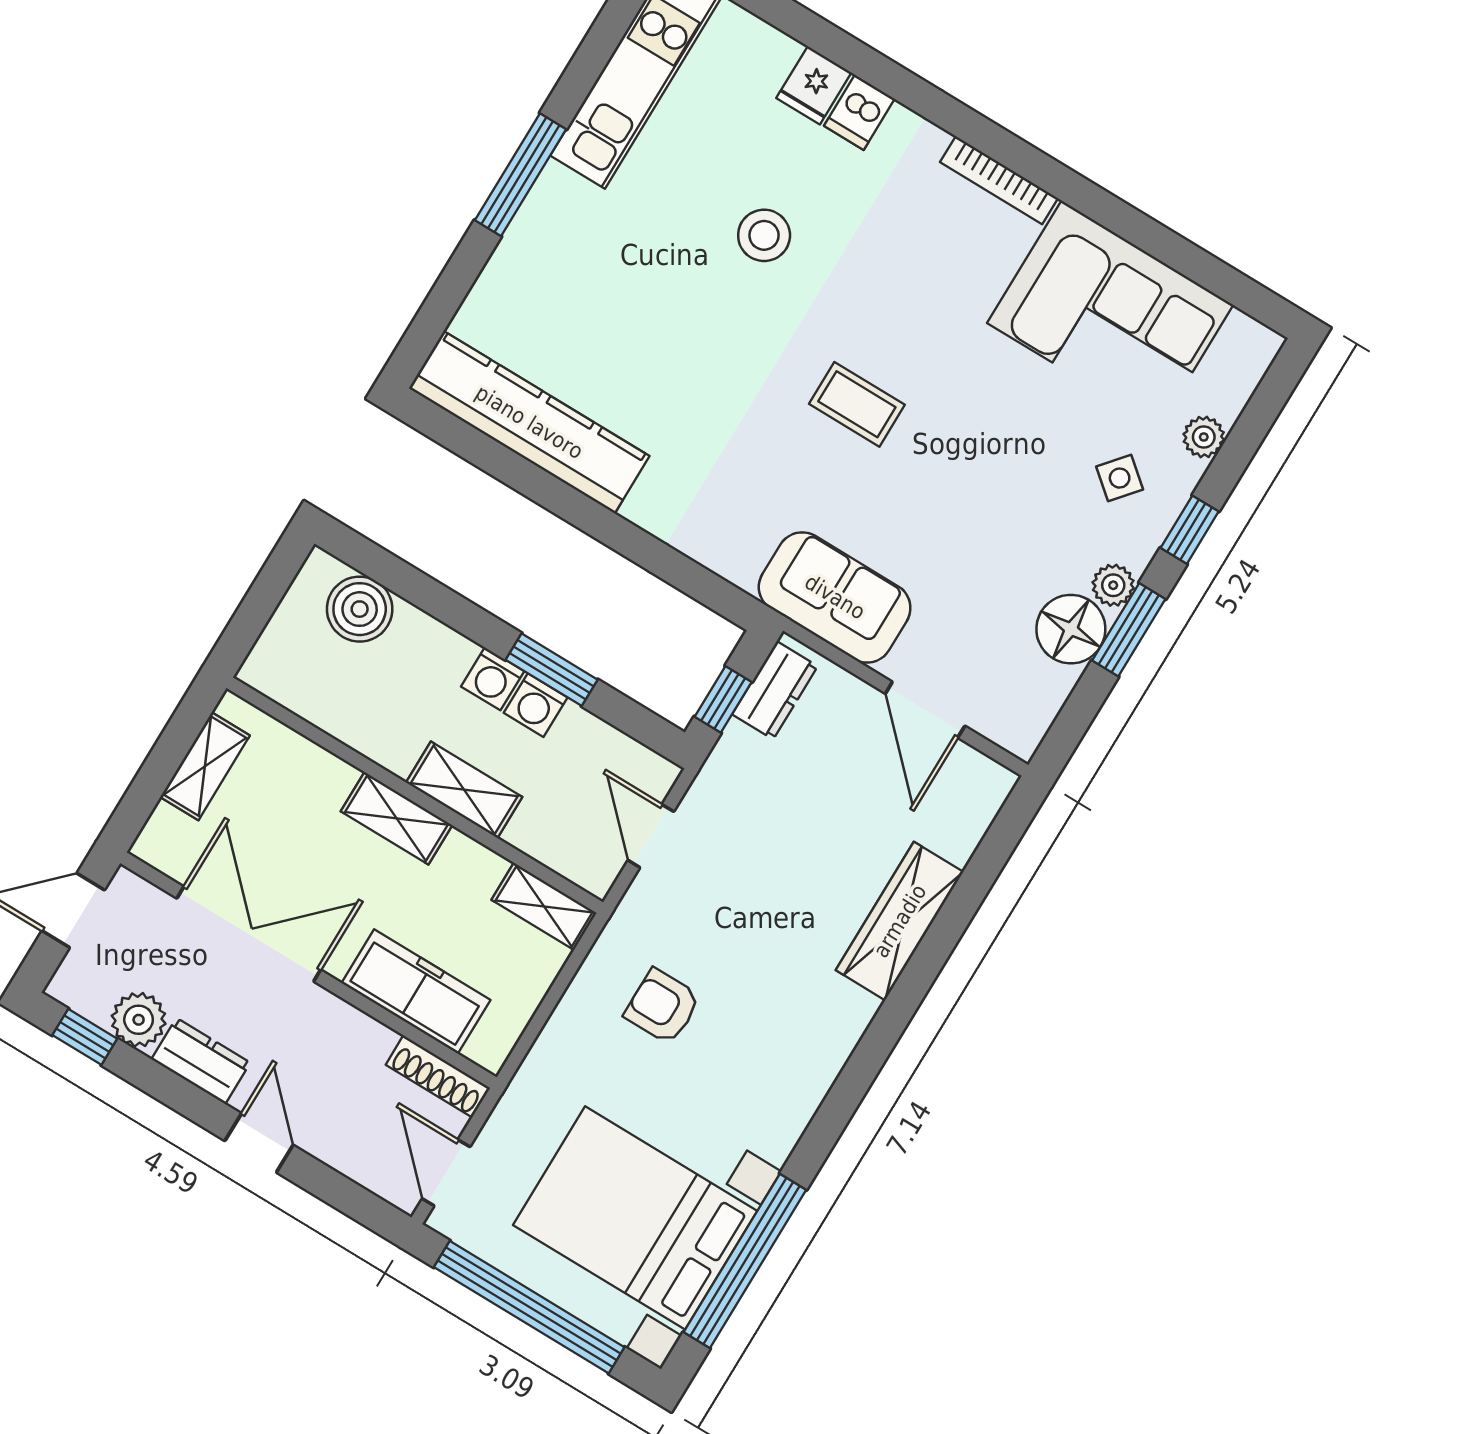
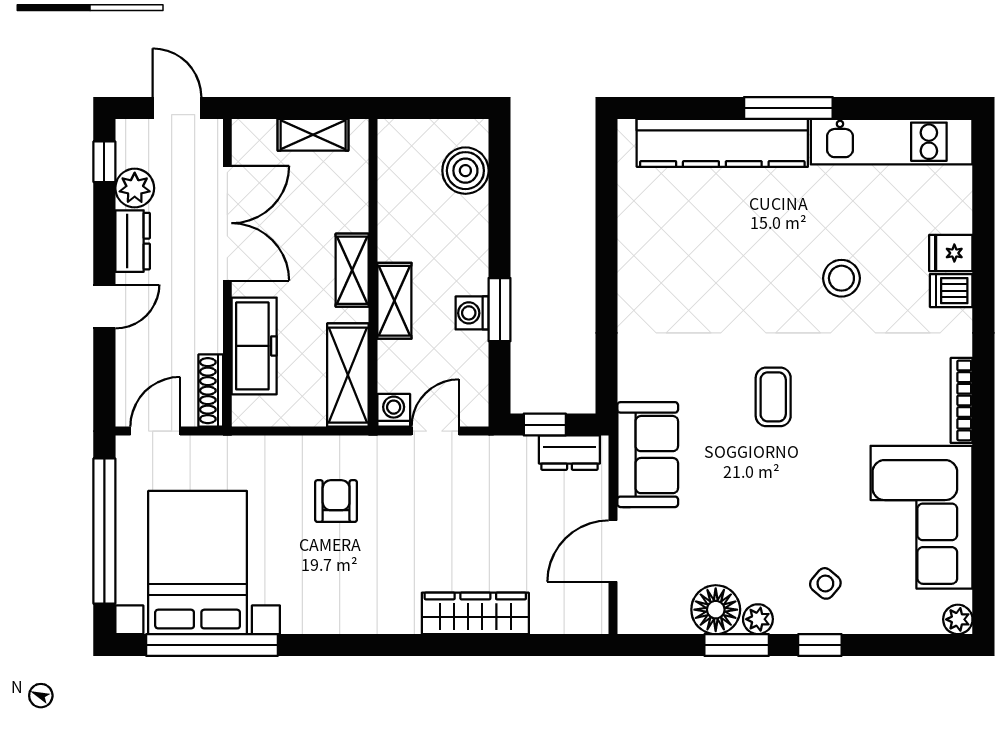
kitchen counter: (529, 422) -> (722, 143), moved, turned 90
plant: (1204, 437) -> (958, 619), moved
washing machine: (493, 679) -> (394, 410), moved, turned 90
shelving: (544, 906) -> (348, 375), width x1.50, depth x1.33

